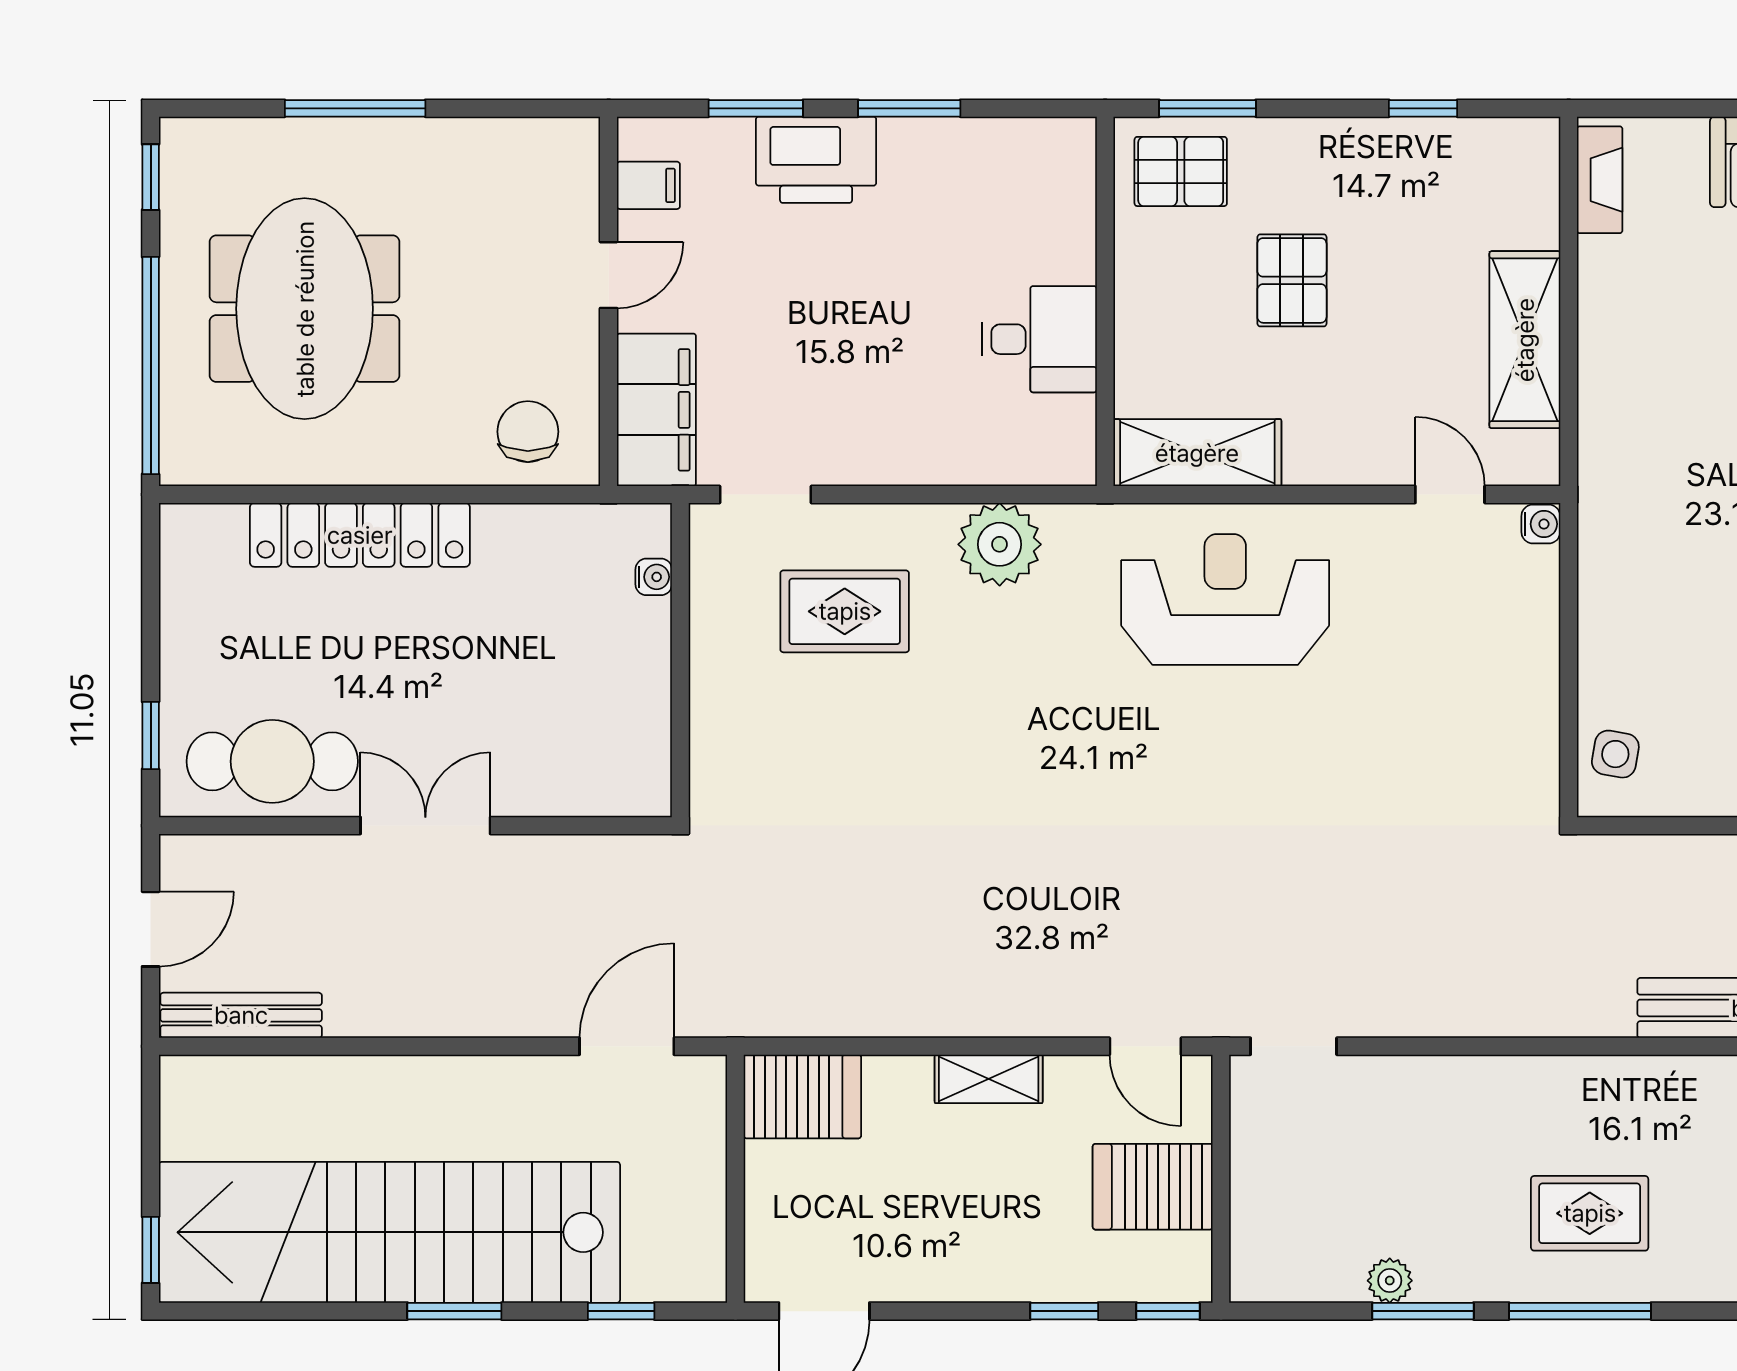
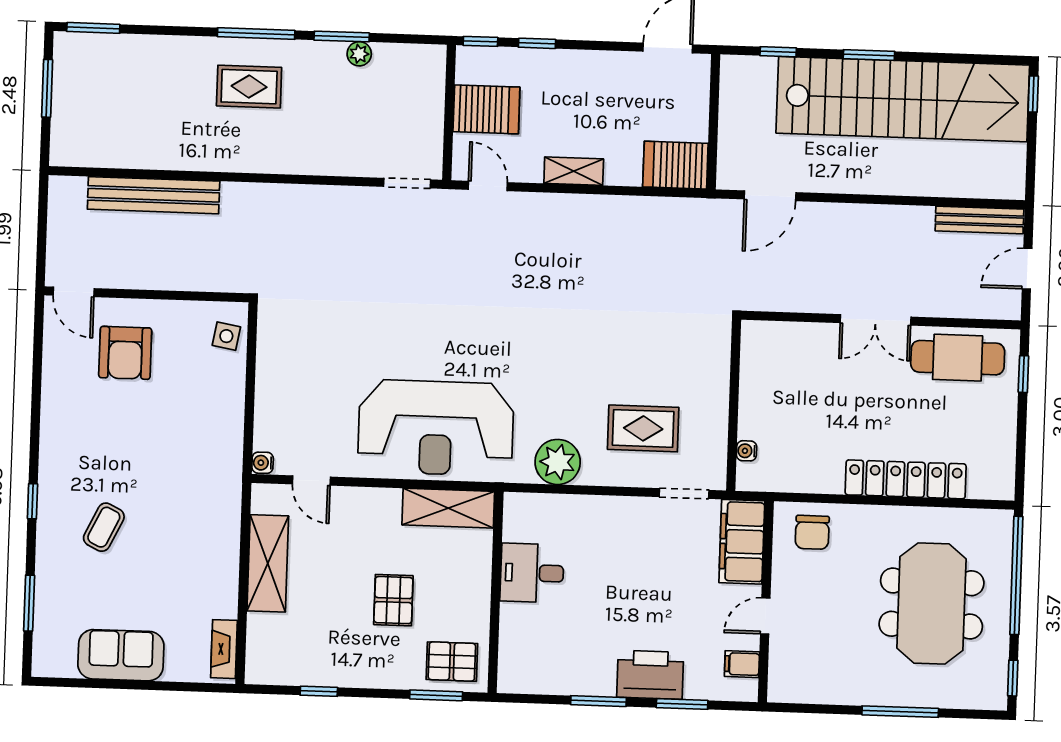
reception desk: (1225, 599) -> (436, 428), width x1.36, depth x1.30

